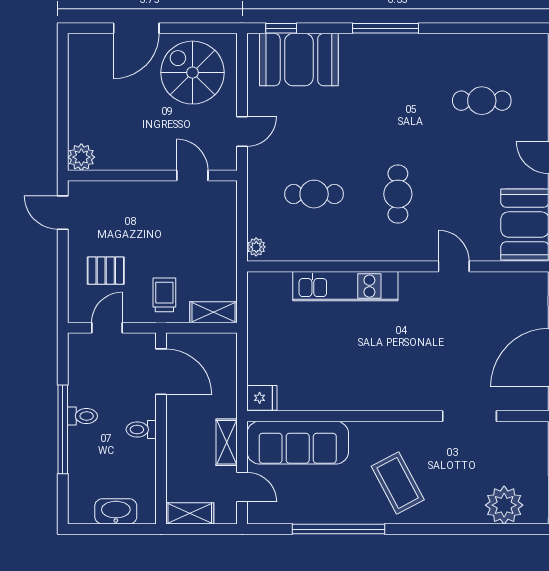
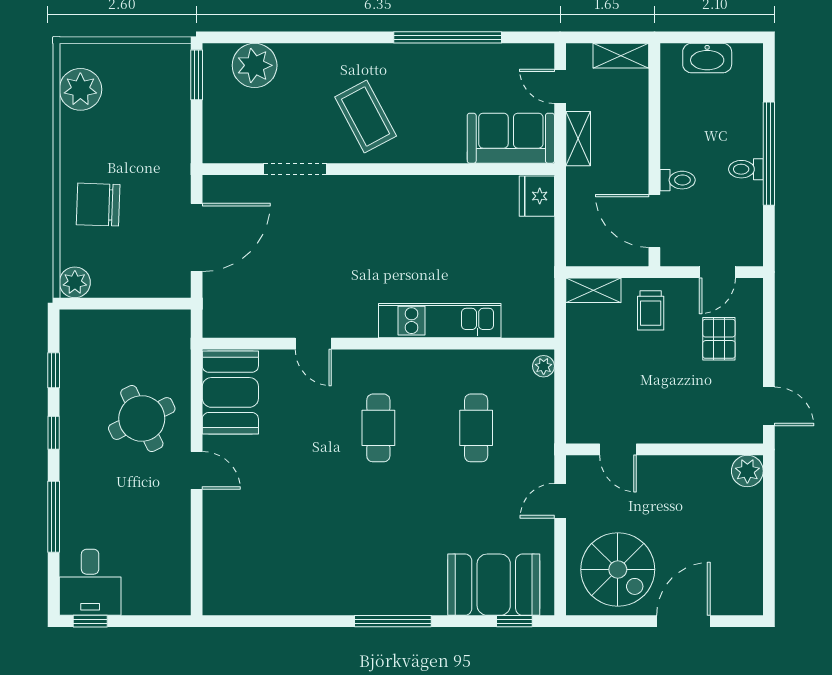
cafe table: (482, 101) -> (281, 537), removed
cafe table: (314, 194) -> (476, 428), turned 90
pallet: (106, 271) -> (719, 339), turned 90
fridge: (262, 398) -> (537, 196), width x1.38
toilet: (141, 429) -> (678, 180), moved
sofa: (298, 443) -> (511, 138), width x0.73
coffee table: (398, 483) -> (366, 117), moved

